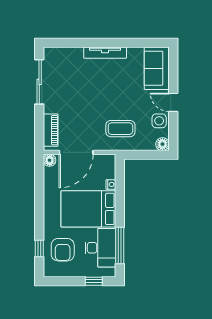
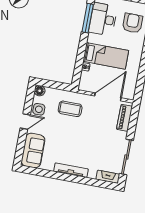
fireplace: (58, 53) -> (108, 177), added
door: (173, 102) -> (25, 122), hinge flipped
floor lamp: (50, 160) -> (130, 95), removed
bed: (88, 209) -> (106, 56), width x0.67

